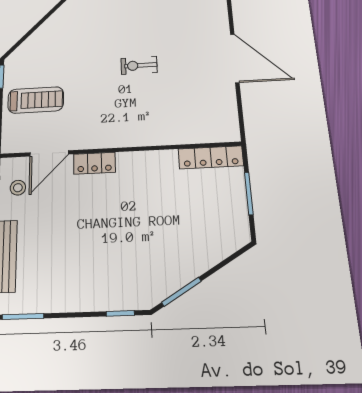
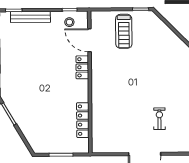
exercise bike: (139, 65) -> (159, 119), moved
locker: (211, 157) -> (83, 120), moved

